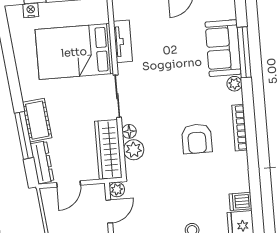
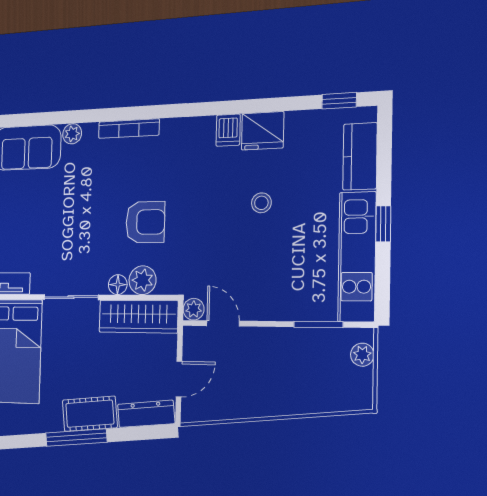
window: (244, 52) -> (35, 119), removed
window: (24, 135) -> (76, 438), moved
armchair: (197, 139) -> (145, 222), moved
door: (69, 184) -> (179, 379), hinge flipped

